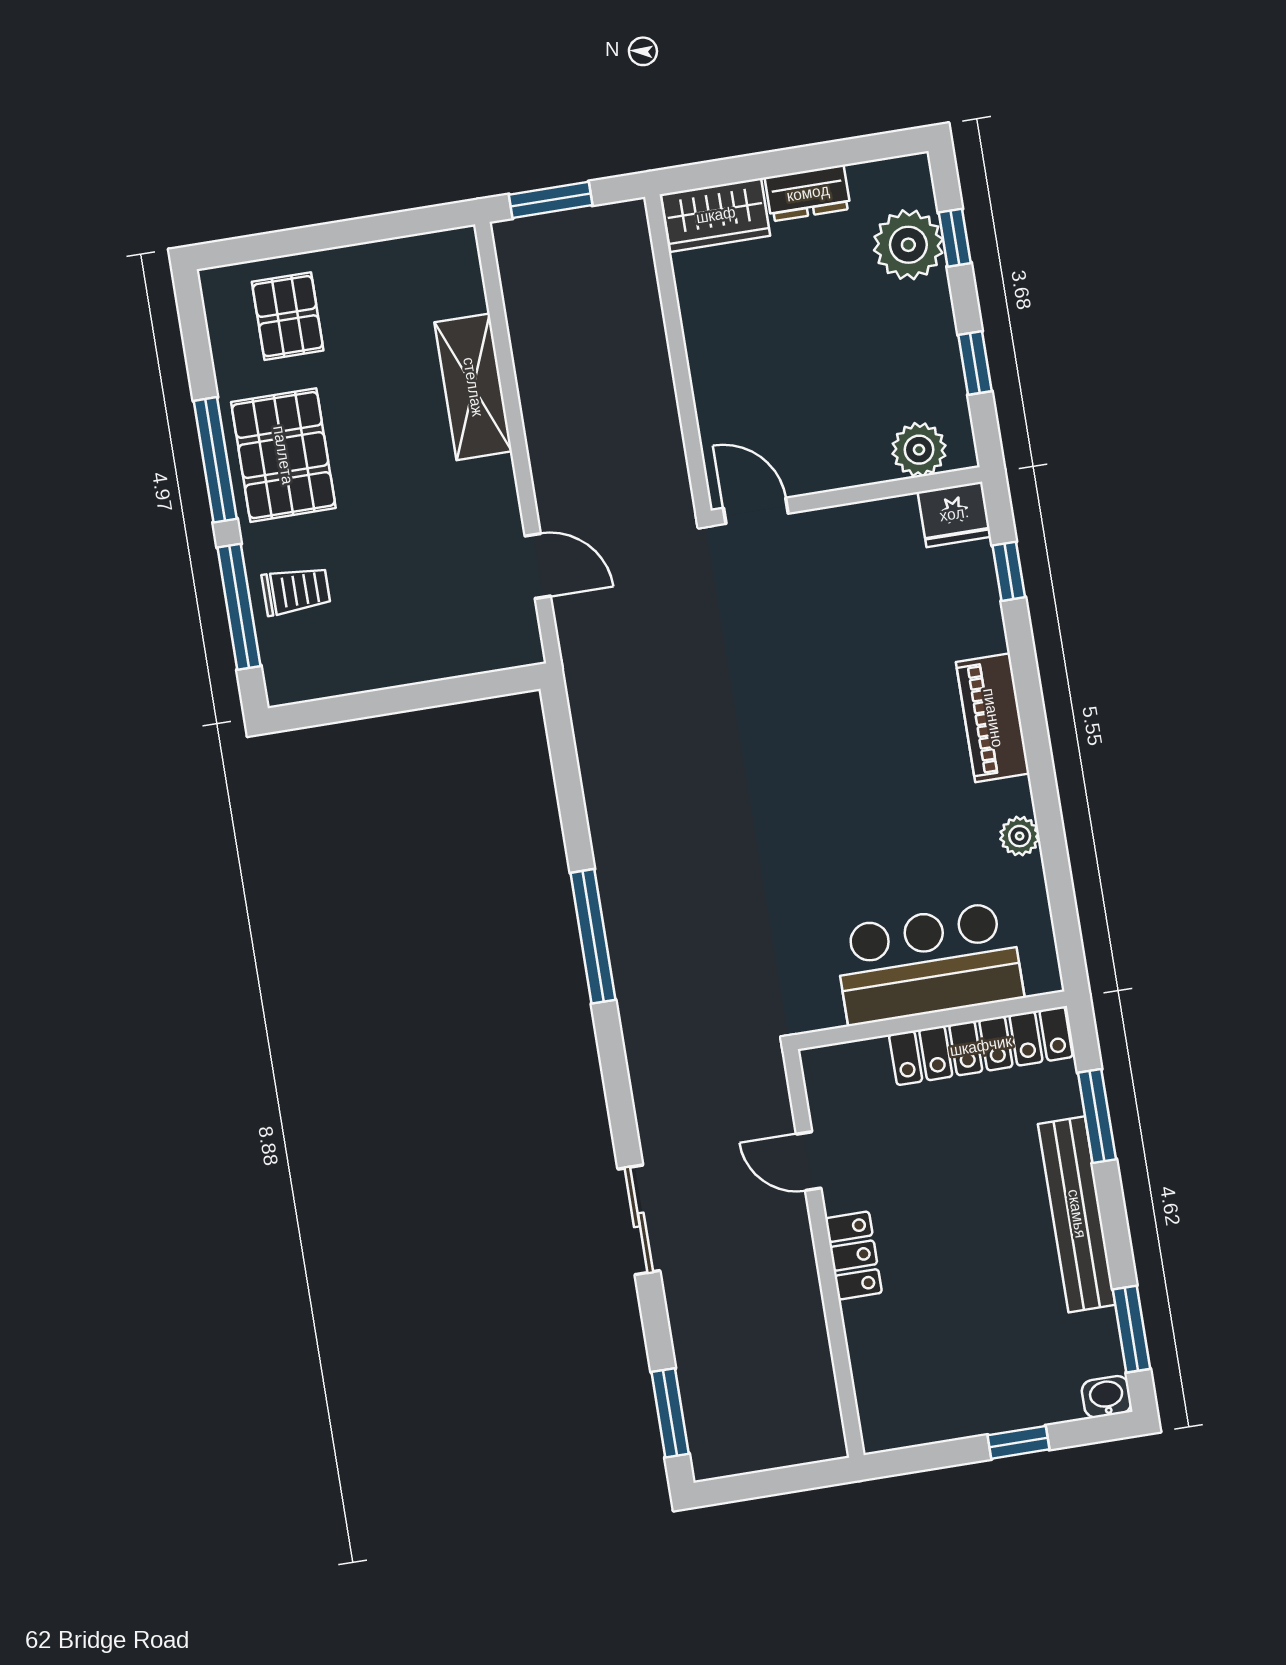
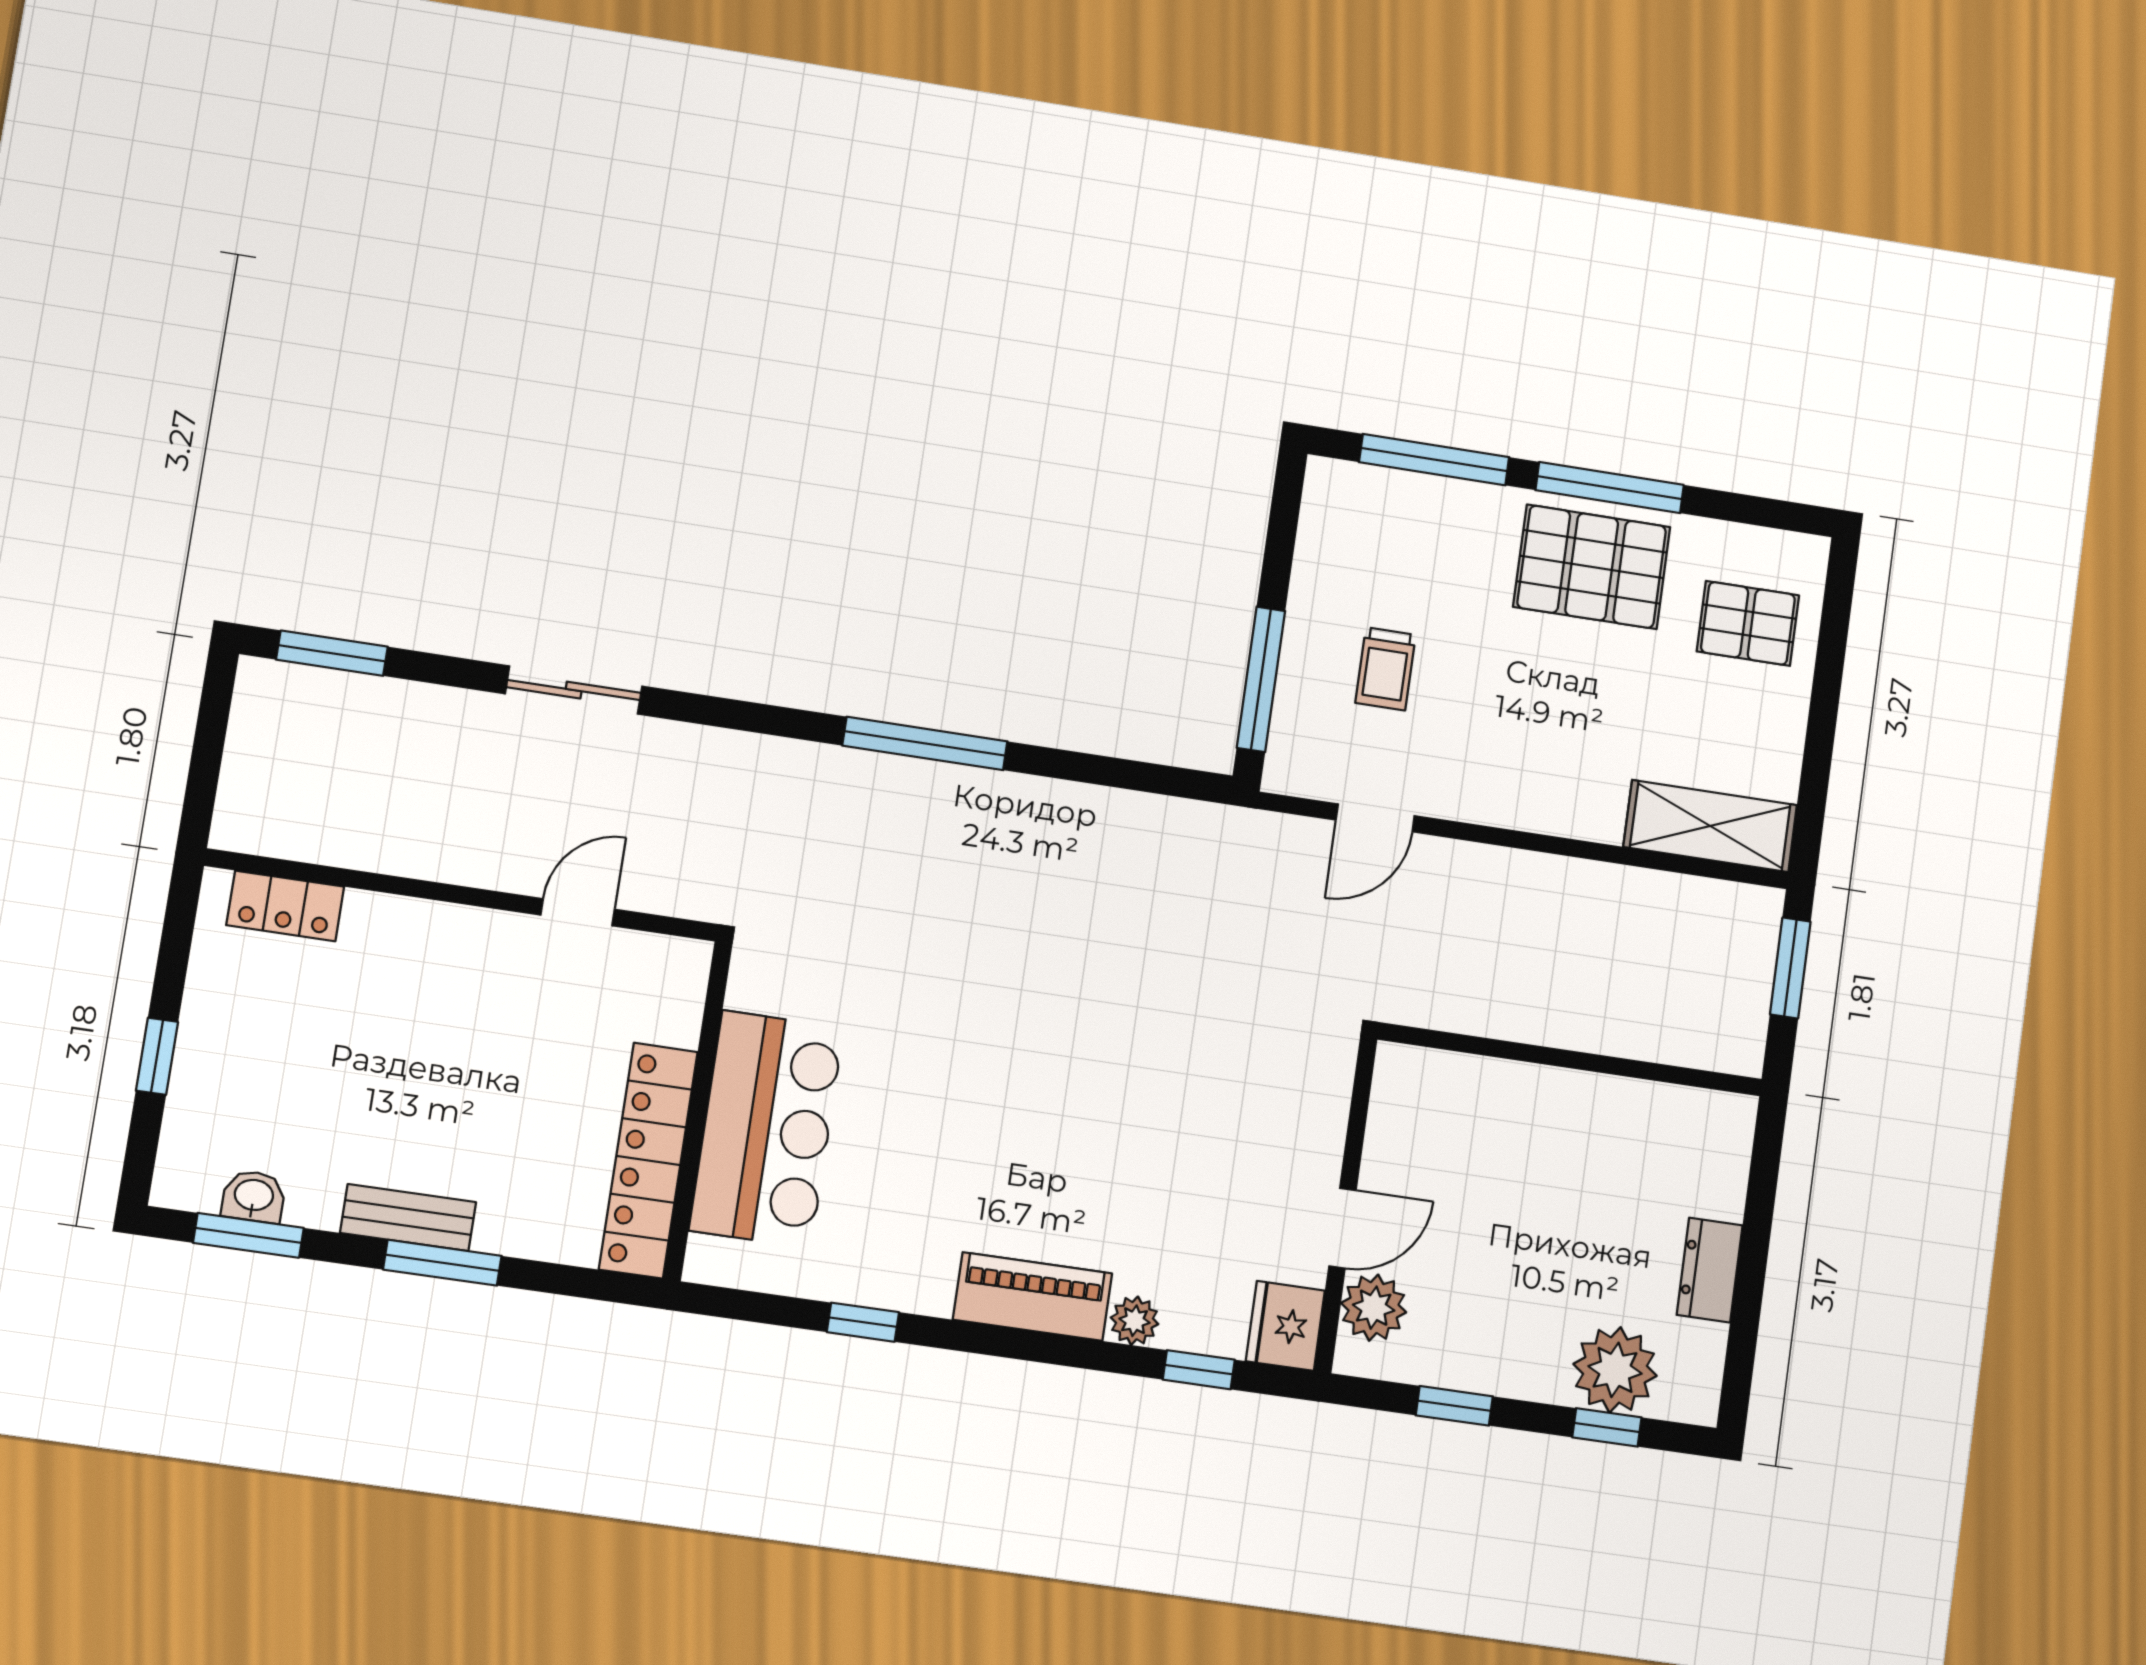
wardrobe: (716, 215) -> (1716, 1154), removed
shelving: (473, 387) -> (1710, 826), moved
door: (756, 511) -> (1342, 1228), moved
trolley: (296, 591) -> (1385, 669), moved
window: (458, 690) -> (1261, 679), added
plant: (1020, 836) -> (1135, 1321), moved
window: (1053, 842) -> (863, 1322), added
window: (1097, 1116) -> (442, 1263), moved
bench: (1077, 1214) -> (408, 1218), width x0.54, depth x0.82
locker: (854, 1256) -> (285, 906), moved
washbasin: (1107, 1397) -> (254, 1196), moved, turned -90

